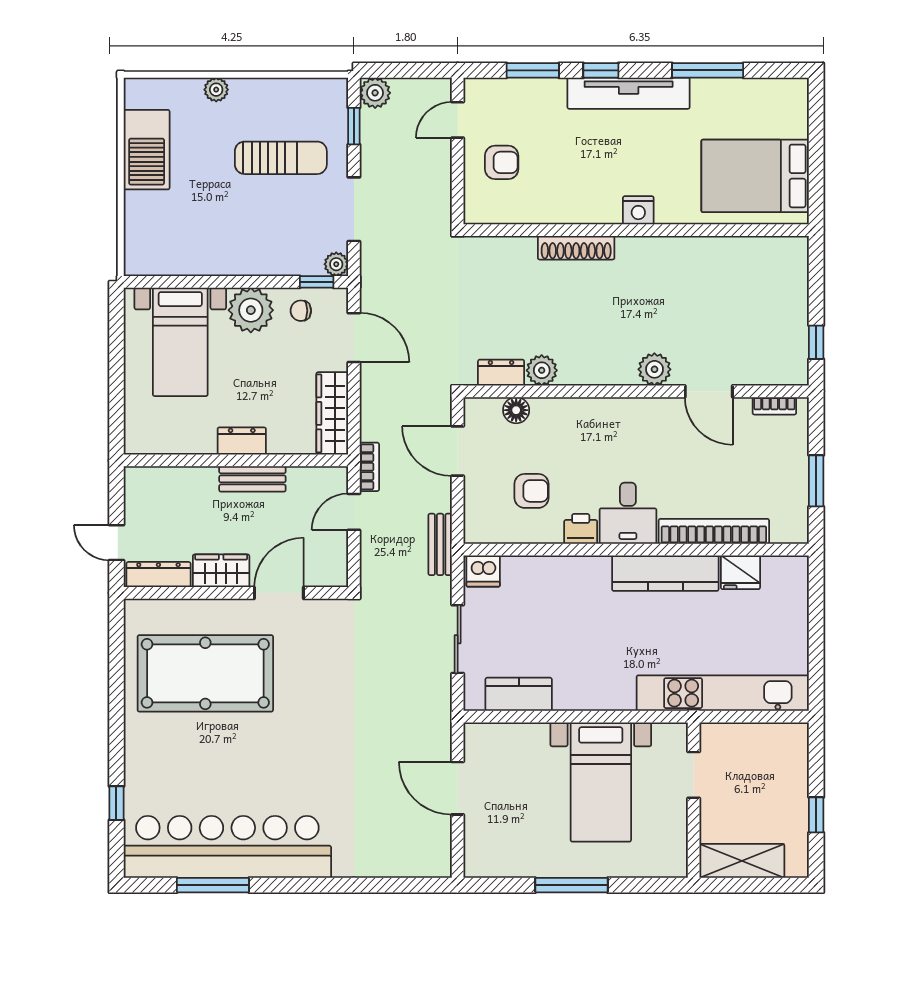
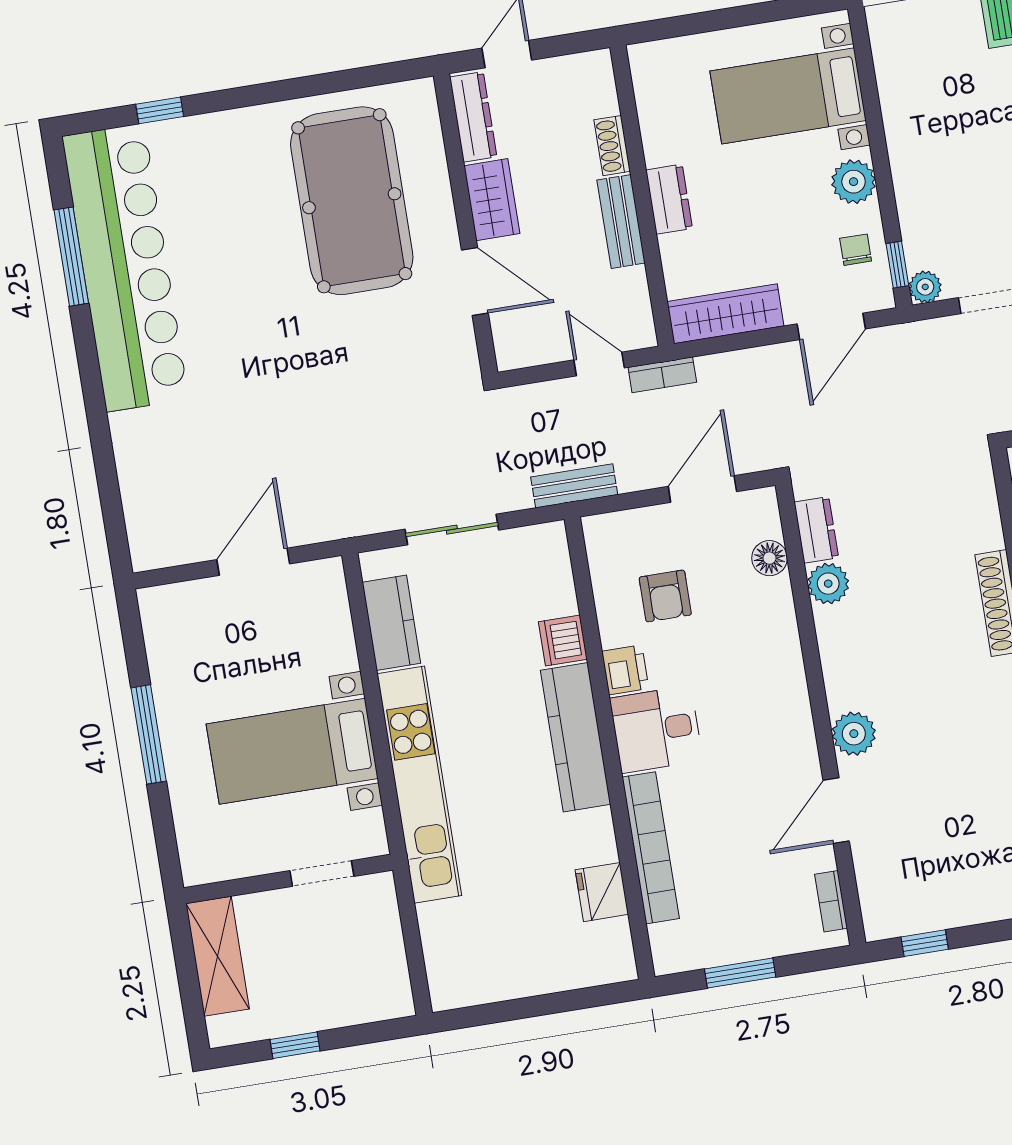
plant: (251, 310) -> (854, 182), width x0.73, depth x0.73
shoe rack: (196, 476) -> (612, 146), added
dishwasher: (483, 571) -> (563, 641), moved
kitchen counter: (665, 573) -> (576, 737), moved
kitchen unit: (723, 693) -> (419, 785), moved

